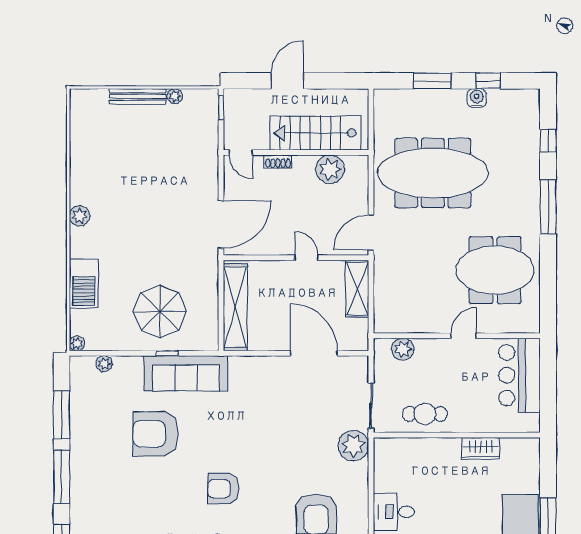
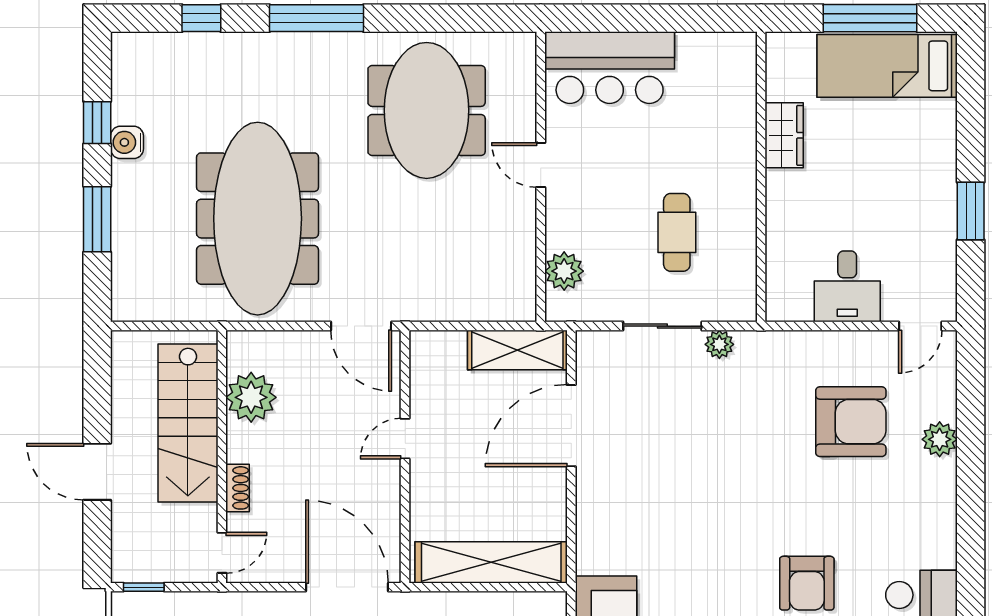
shelving: (357, 289) -> (517, 350), moved
wall: (457, 435) -> (761, 177), moved
plant: (353, 446) -> (719, 344), width x0.53, depth x0.53
wardrobe: (481, 448) -> (784, 135), moved

